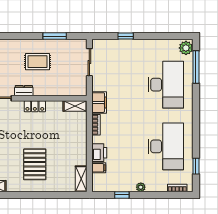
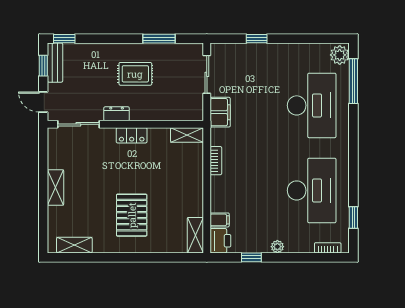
filing cabinet: (99, 103) -> (220, 112), moved
printer: (99, 153) -> (220, 241), moved

